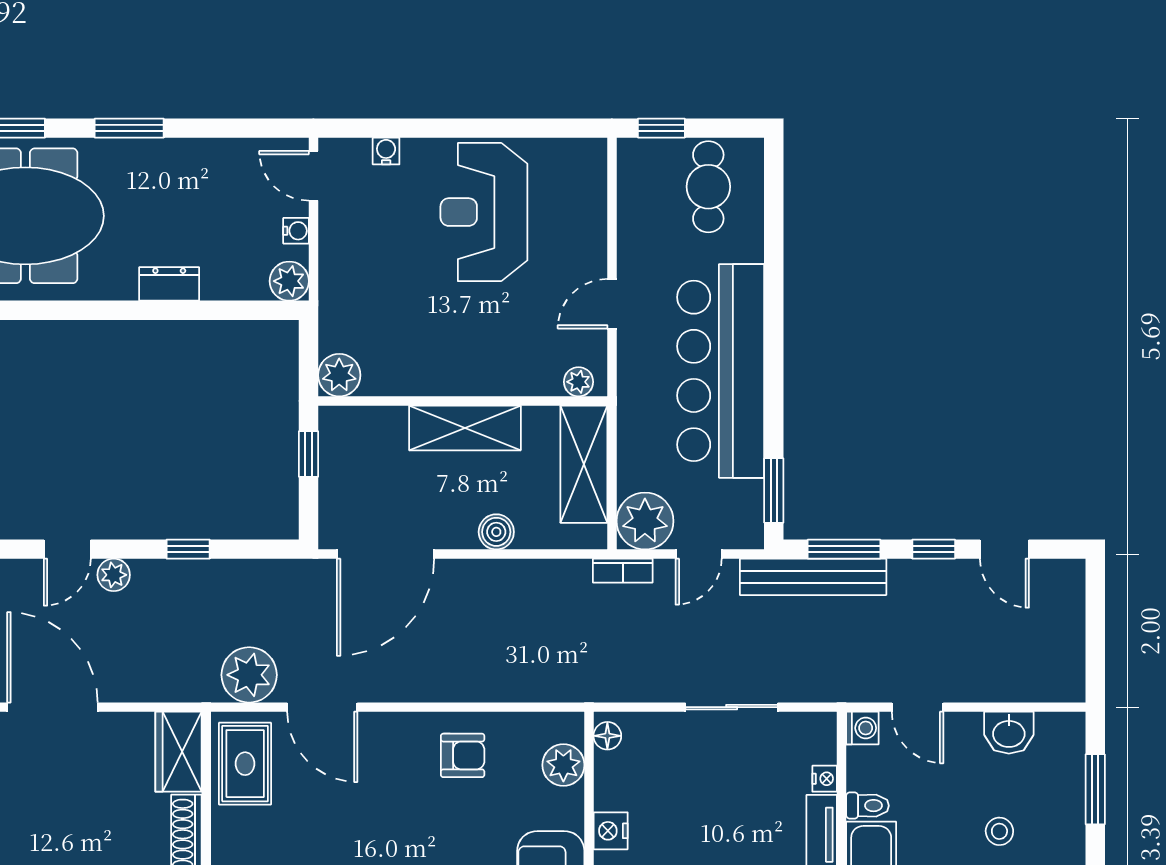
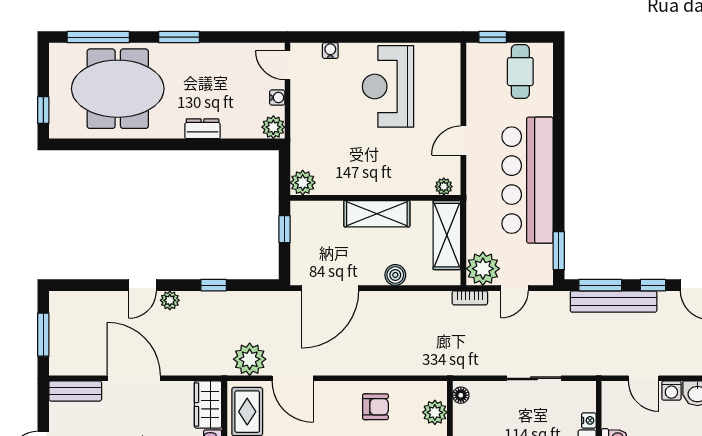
bench: (813, 577) -> (614, 302), moved
washing machine: (862, 728) -> (671, 391), moved, turned 90

